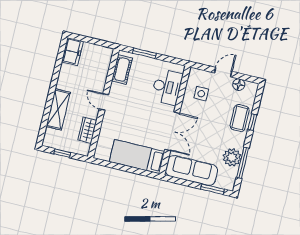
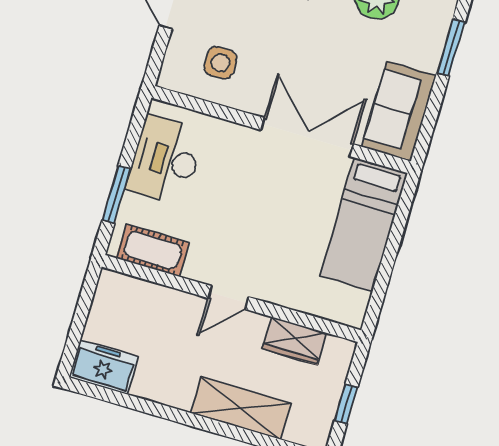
desk: (167, 87) -> (166, 160), moved, turned -90
sofa: (192, 170) -> (399, 111), width x0.73

